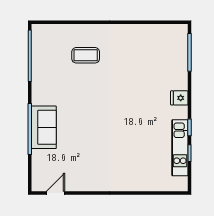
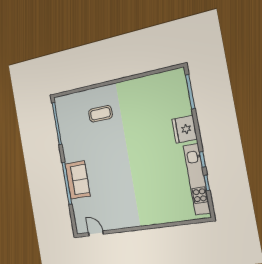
fridge: (179, 98) -> (184, 129), width x1.88, depth x1.34
kitchen unit: (180, 148) -> (197, 179), width x1.36
door: (55, 193) -> (96, 233), hinge flipped

